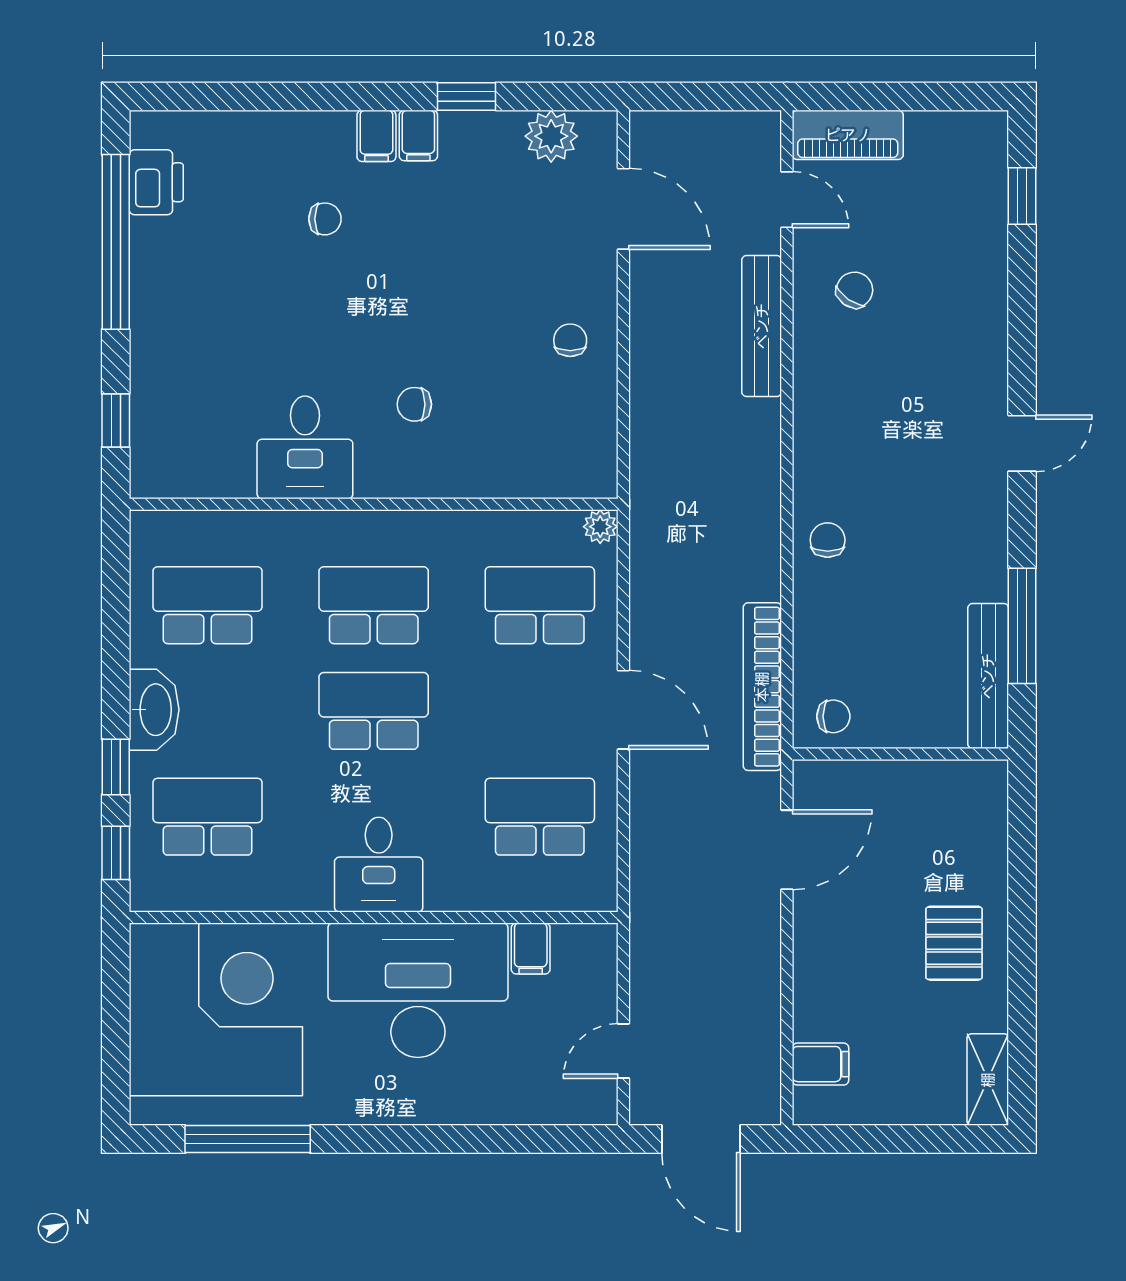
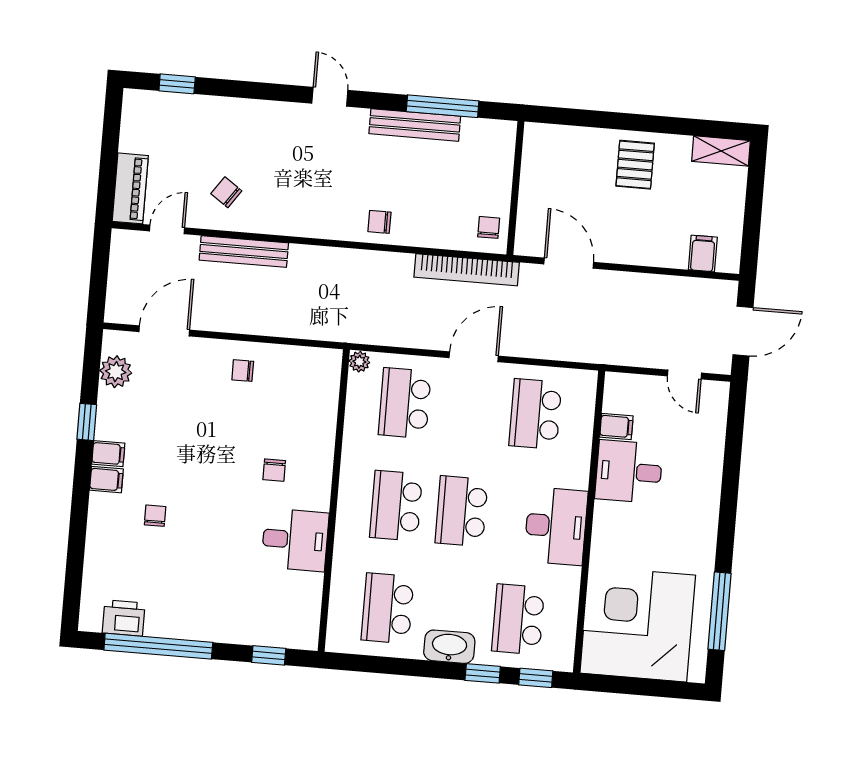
bench: (988, 676) -> (415, 125), moved
desk: (379, 865) -> (556, 526), width x1.37
pallet: (954, 943) -> (635, 165), turned 90
desk: (418, 990) -> (629, 472), width x0.53, depth x0.77

